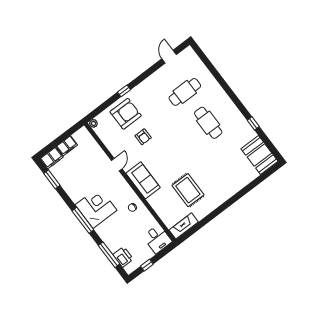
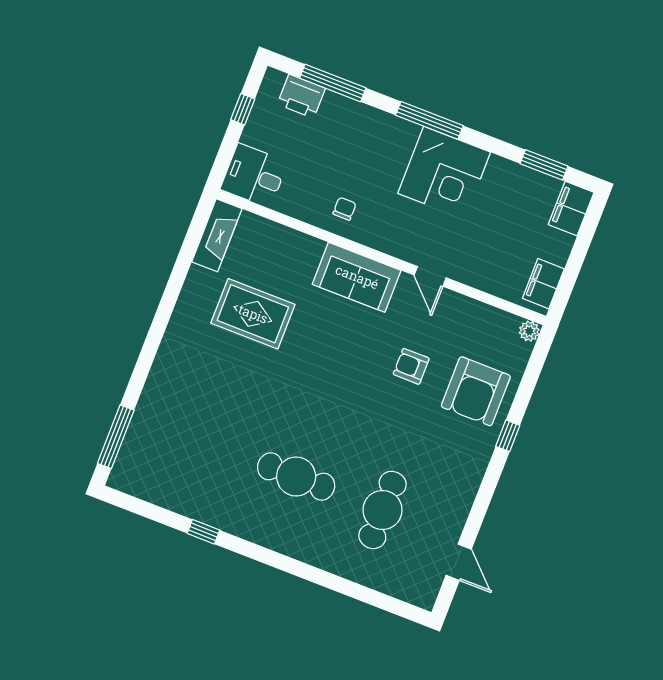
filing cabinet: (67, 146) -> (543, 284), moved
booth: (260, 155) -> (151, 475), removed
window: (264, 176) -> (116, 437), added
corner desk: (96, 208) -> (444, 173), moved

